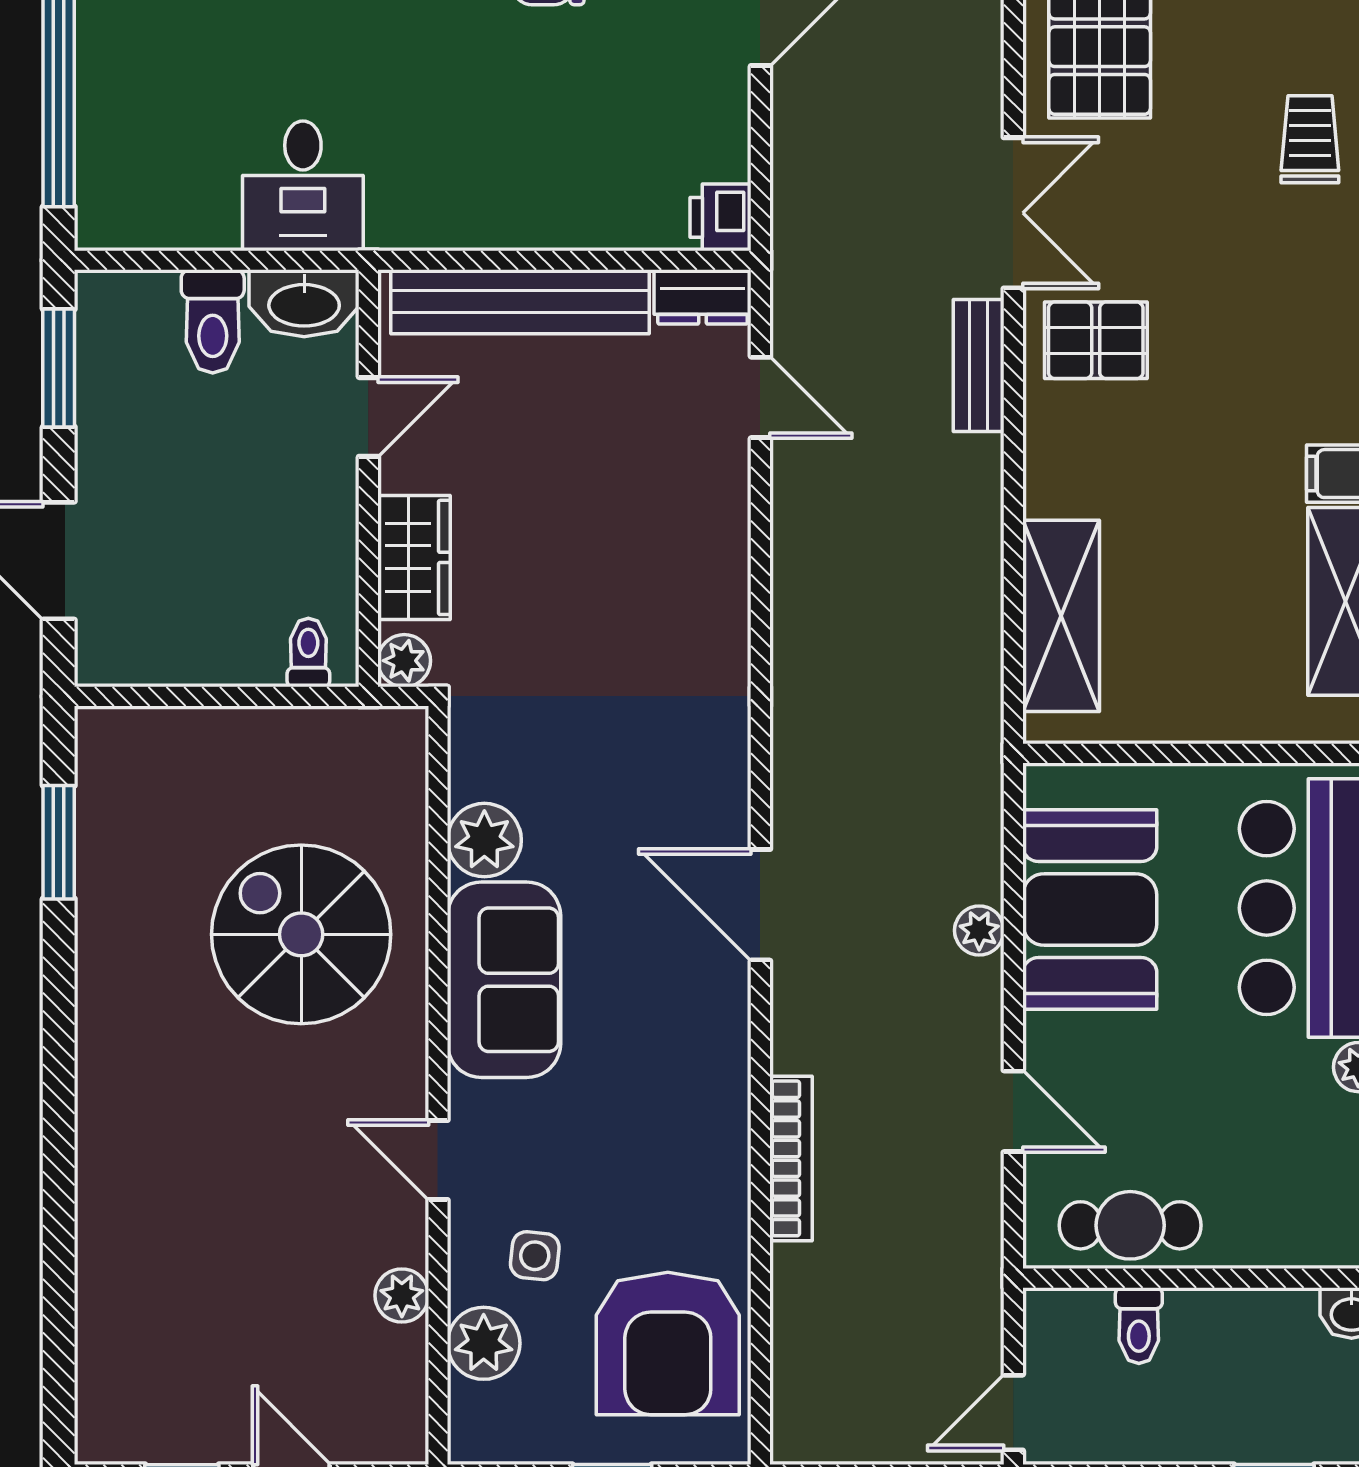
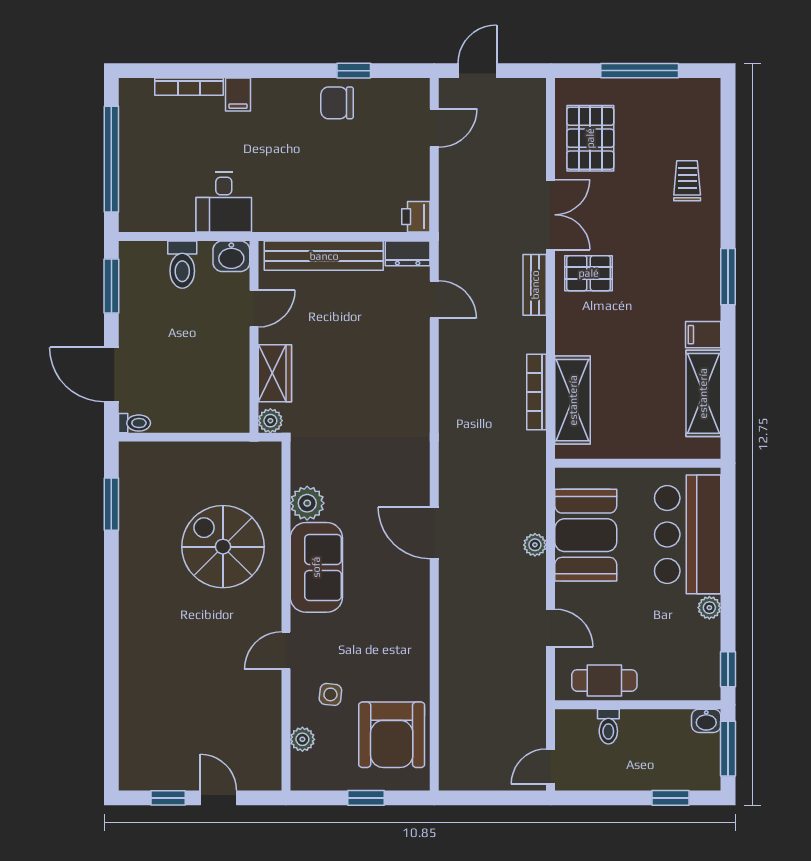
washbasin: (304, 303) -> (231, 256), width x0.72
toilet: (308, 653) -> (135, 423), moved, turned 90
bookcase: (791, 1158) -> (537, 392), moved, turned 180
door: (438, 1160) -> (286, 650), hinge flipped
plant: (402, 1295) -> (269, 713), removed
plant: (484, 1343) -> (302, 739), width x0.73, depth x0.73

